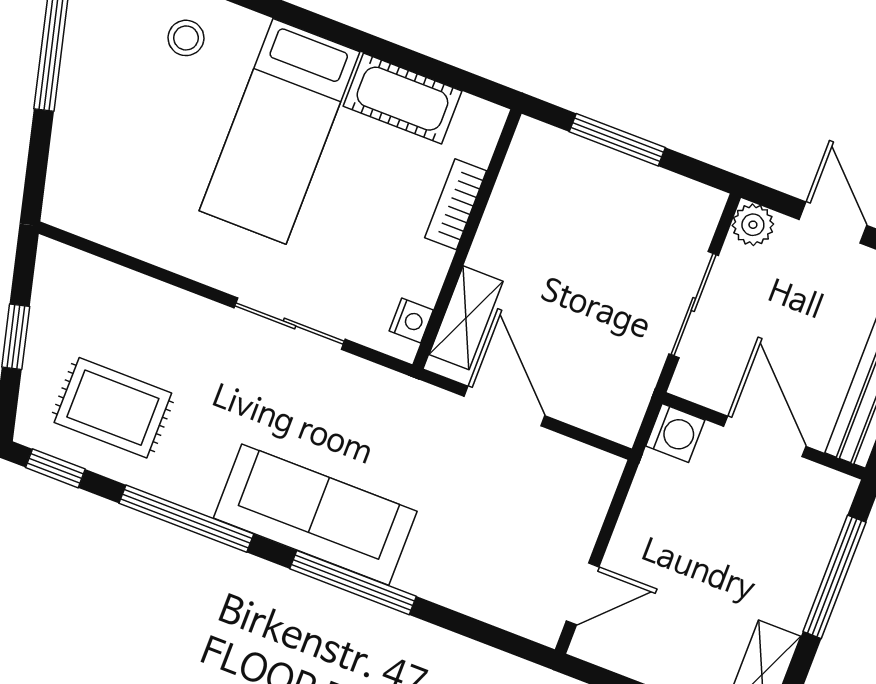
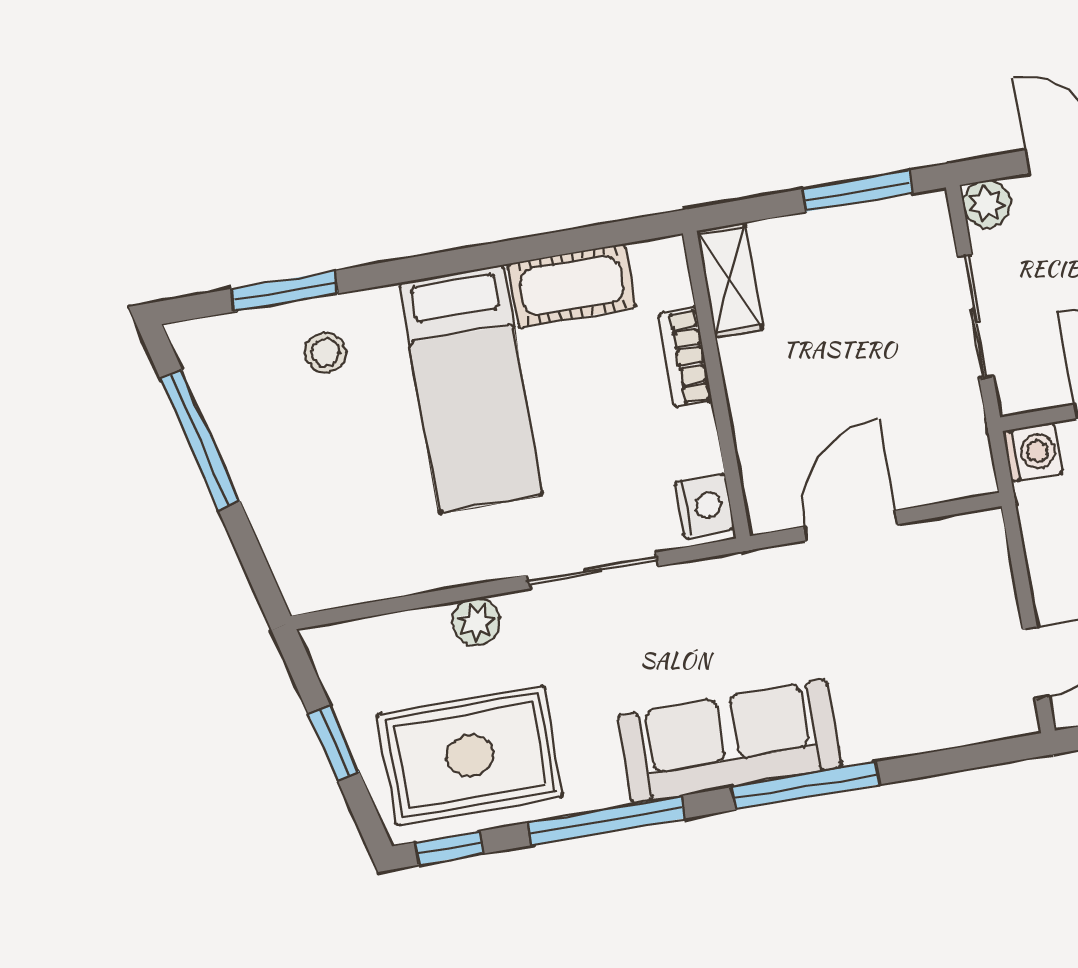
window: (617, 140) -> (858, 191), moved
plant: (178, 309) -> (476, 622), added
shelving: (466, 318) -> (730, 280), moved
nightstand: (411, 321) -> (704, 506), width x1.39, depth x1.35
door: (504, 406) -> (850, 526), hinge flipped
rug: (113, 408) -> (470, 755), width x1.36, depth x1.43

